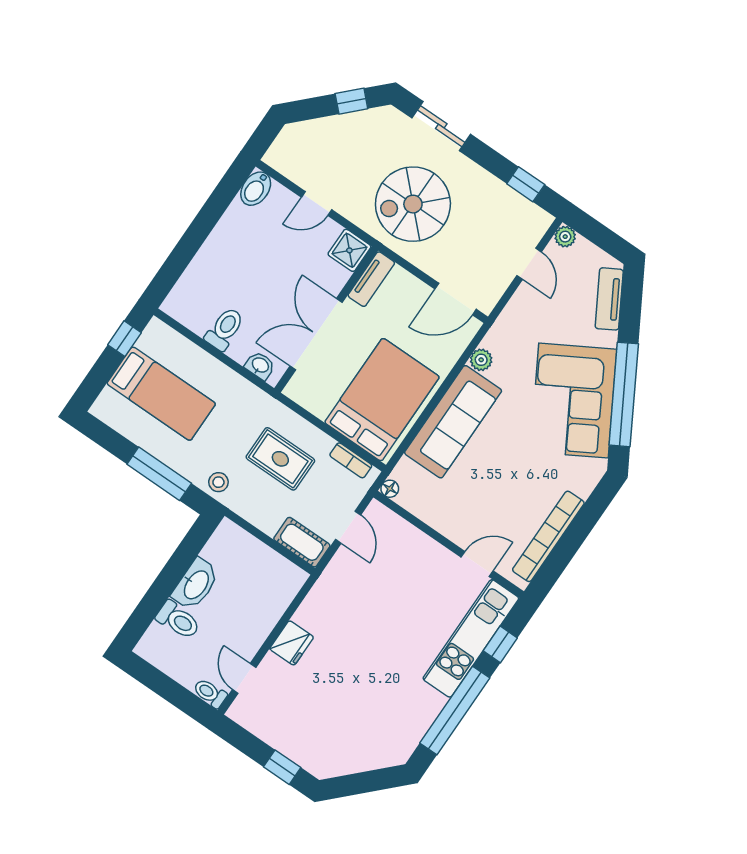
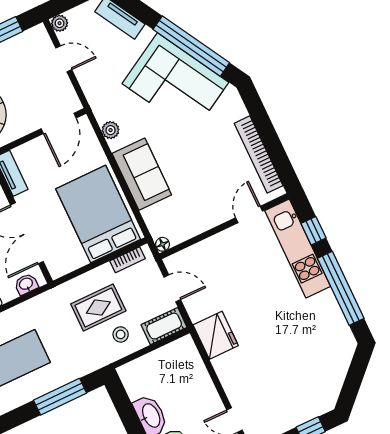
sofa: (453, 422) -> (142, 174), width x0.73
stool: (218, 482) -> (121, 334), moved
fridge: (292, 643) -> (216, 335), moved, width x1.36, depth x1.34

